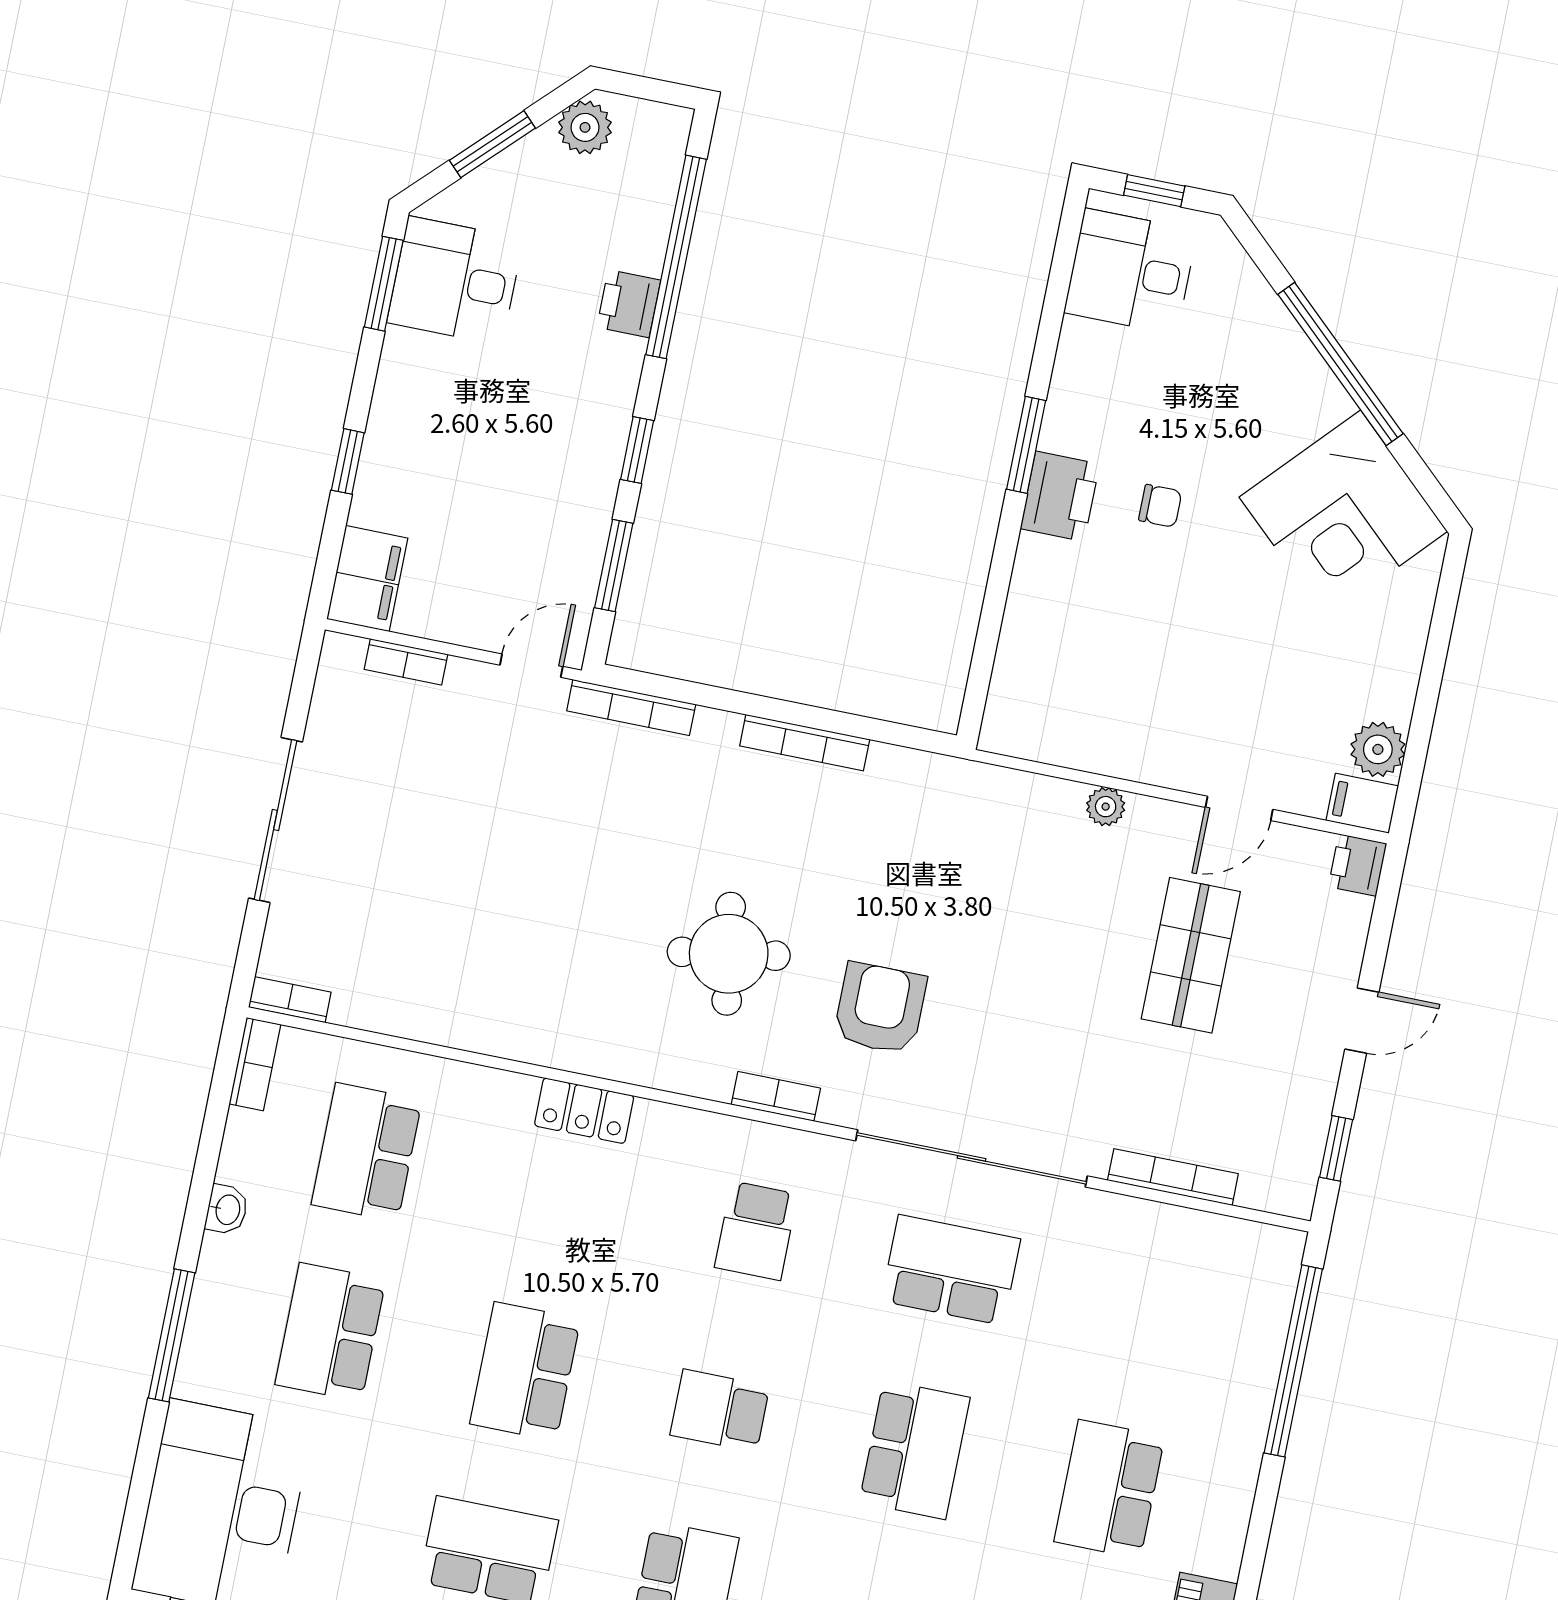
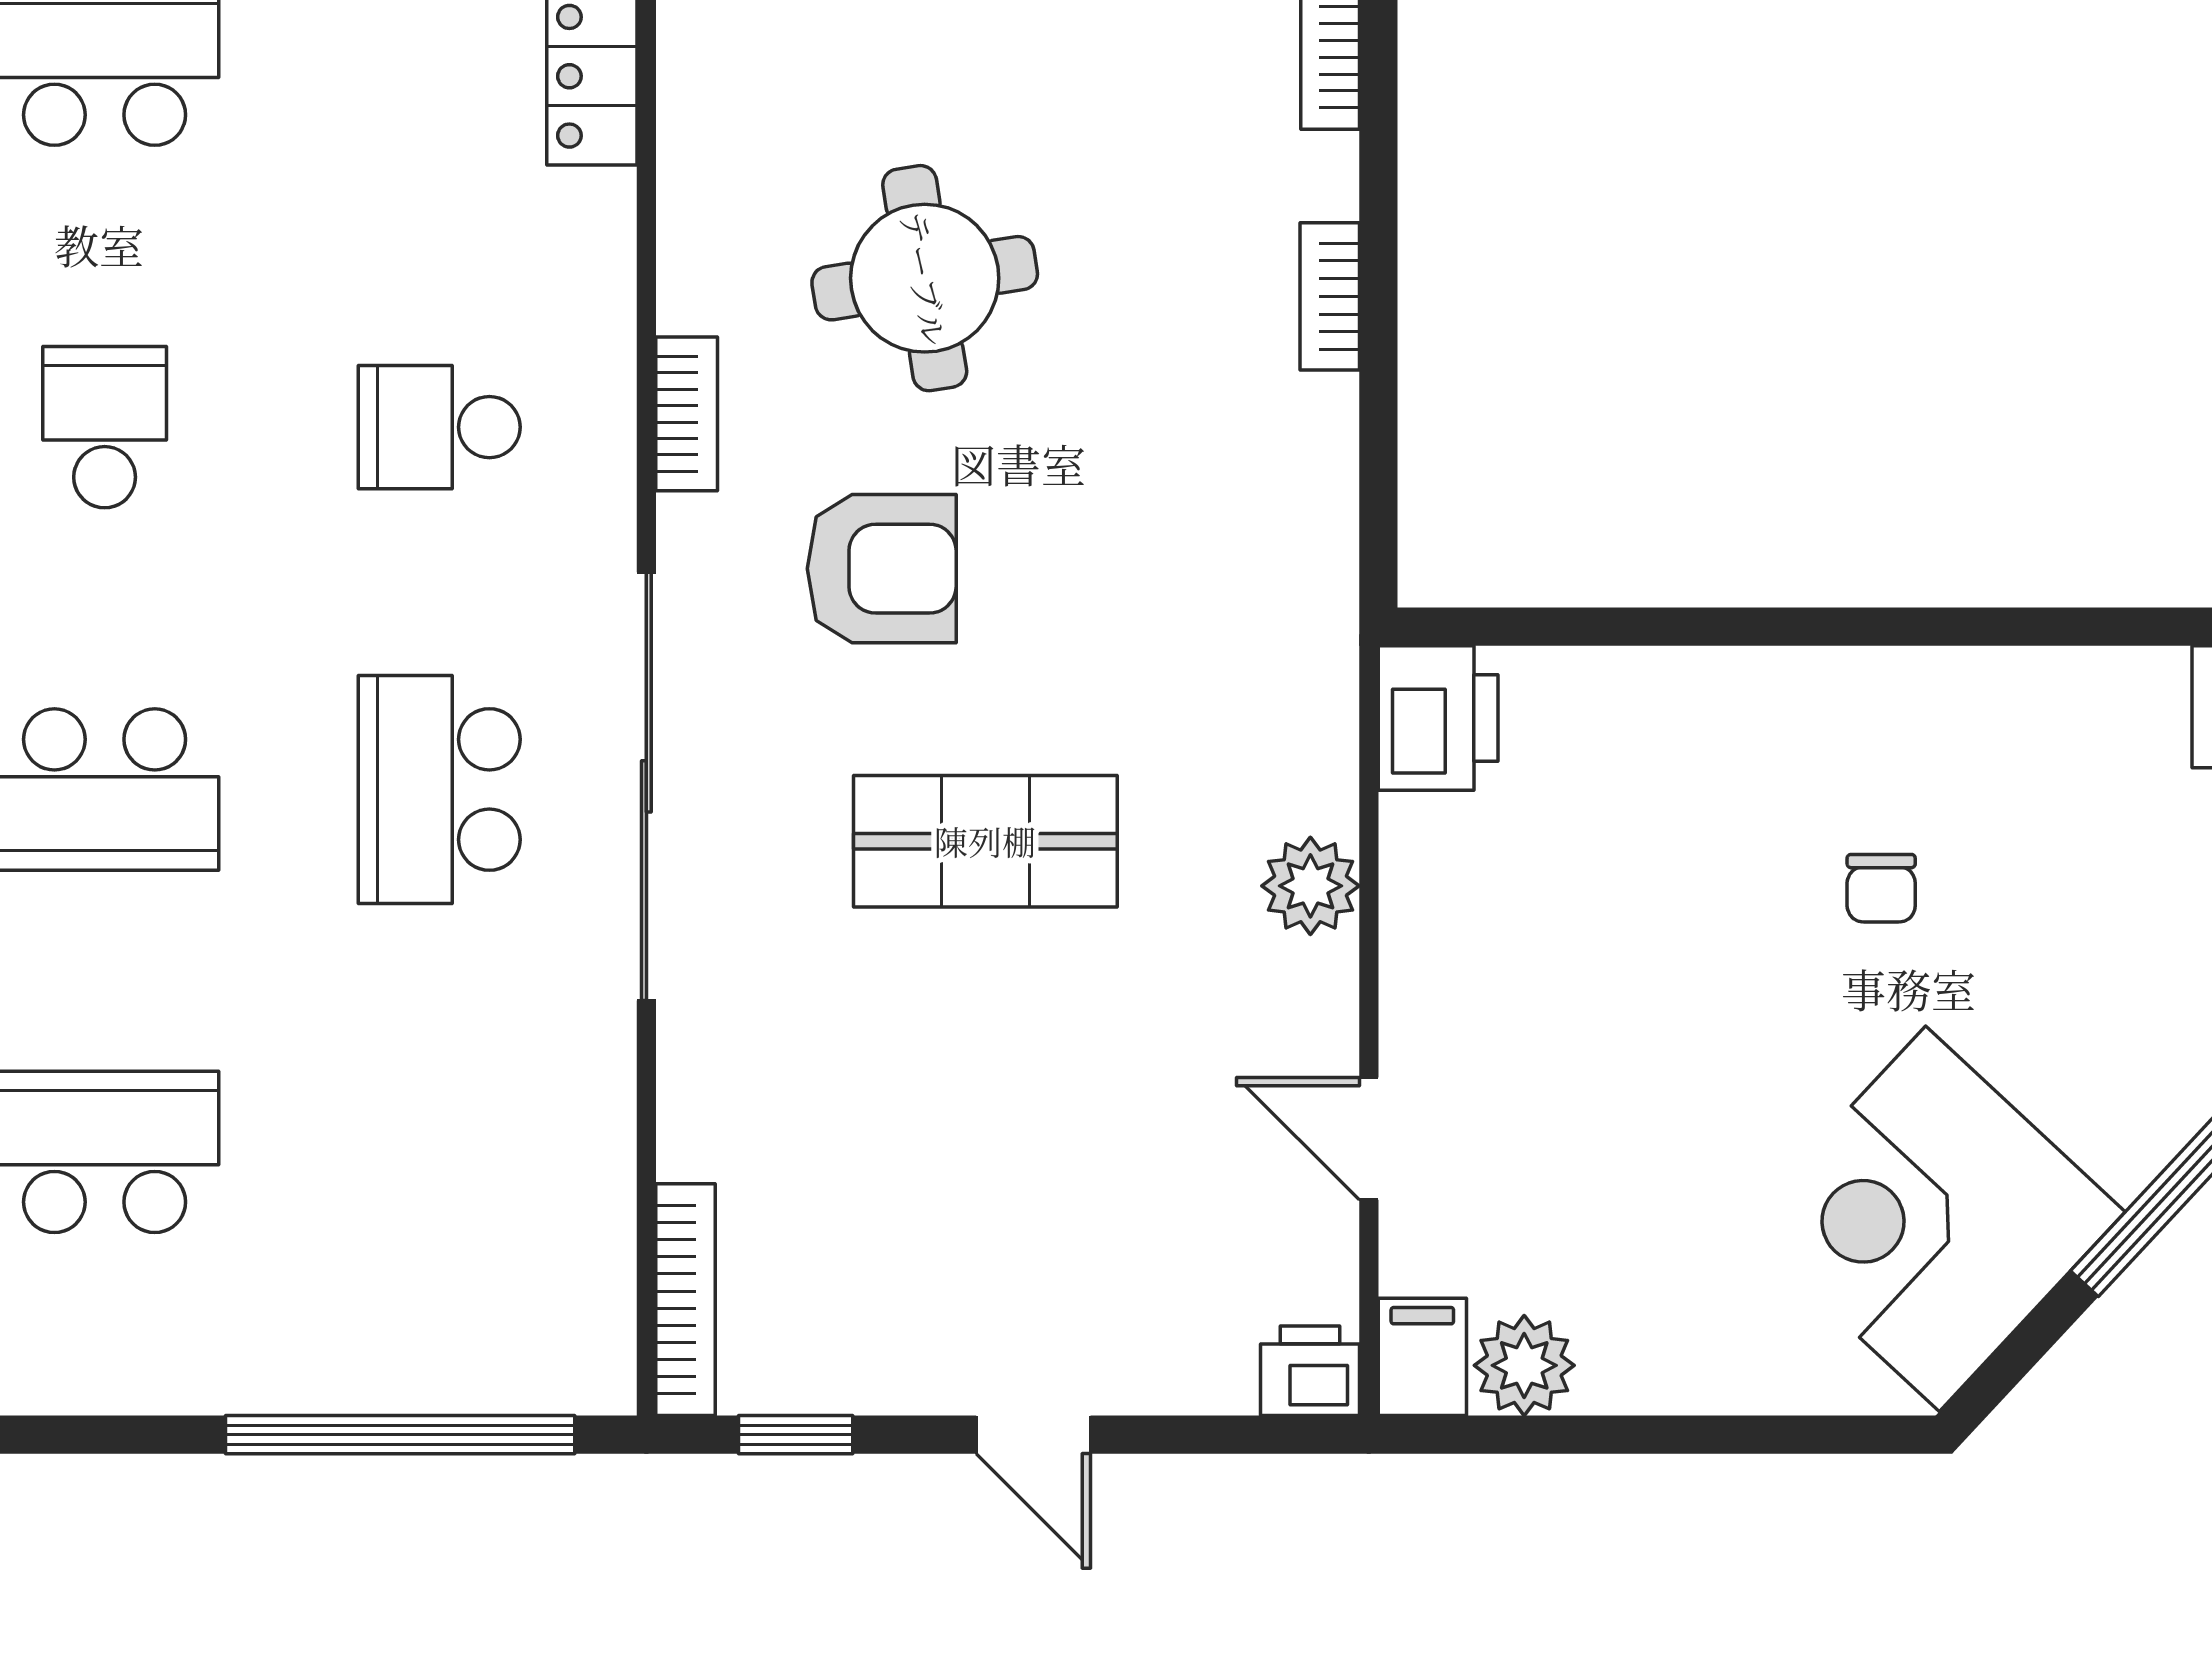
window: (1026, 445) -> (1942, 627), removed
printer: (1060, 496) -> (1438, 718), moved, turned -90
bookcase: (805, 743) -> (1330, 296), width x0.64
plant: (1106, 807) -> (1310, 886), width x1.38, depth x1.38
shop shelf: (1191, 955) -> (985, 841), moved
bookcase: (1173, 1177) -> (686, 1300), moved
school desk: (951, 1270) -> (439, 789), turned 180

